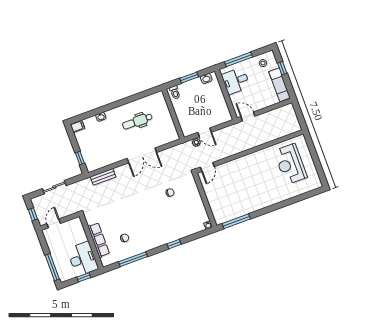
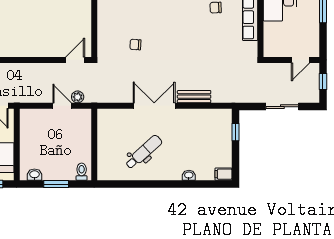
dental chair: (137, 121) -> (144, 152), turned -42
bench: (103, 177) -> (194, 97), moved

